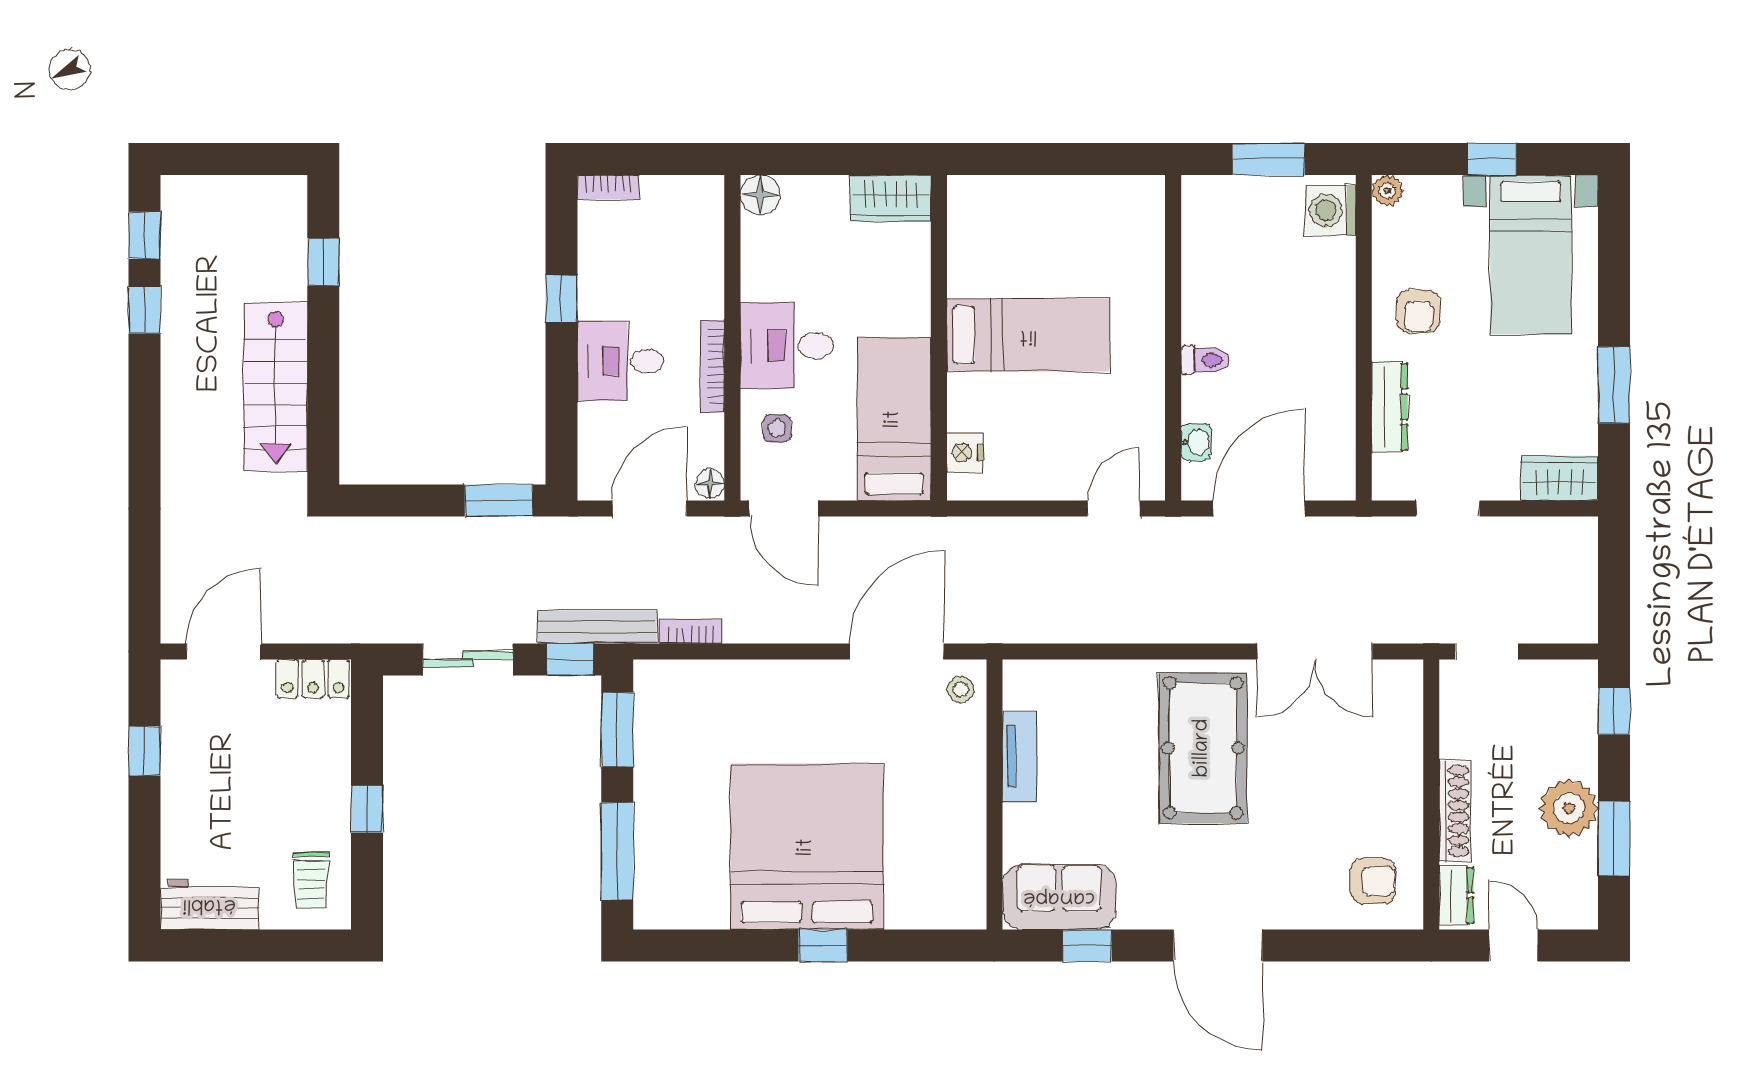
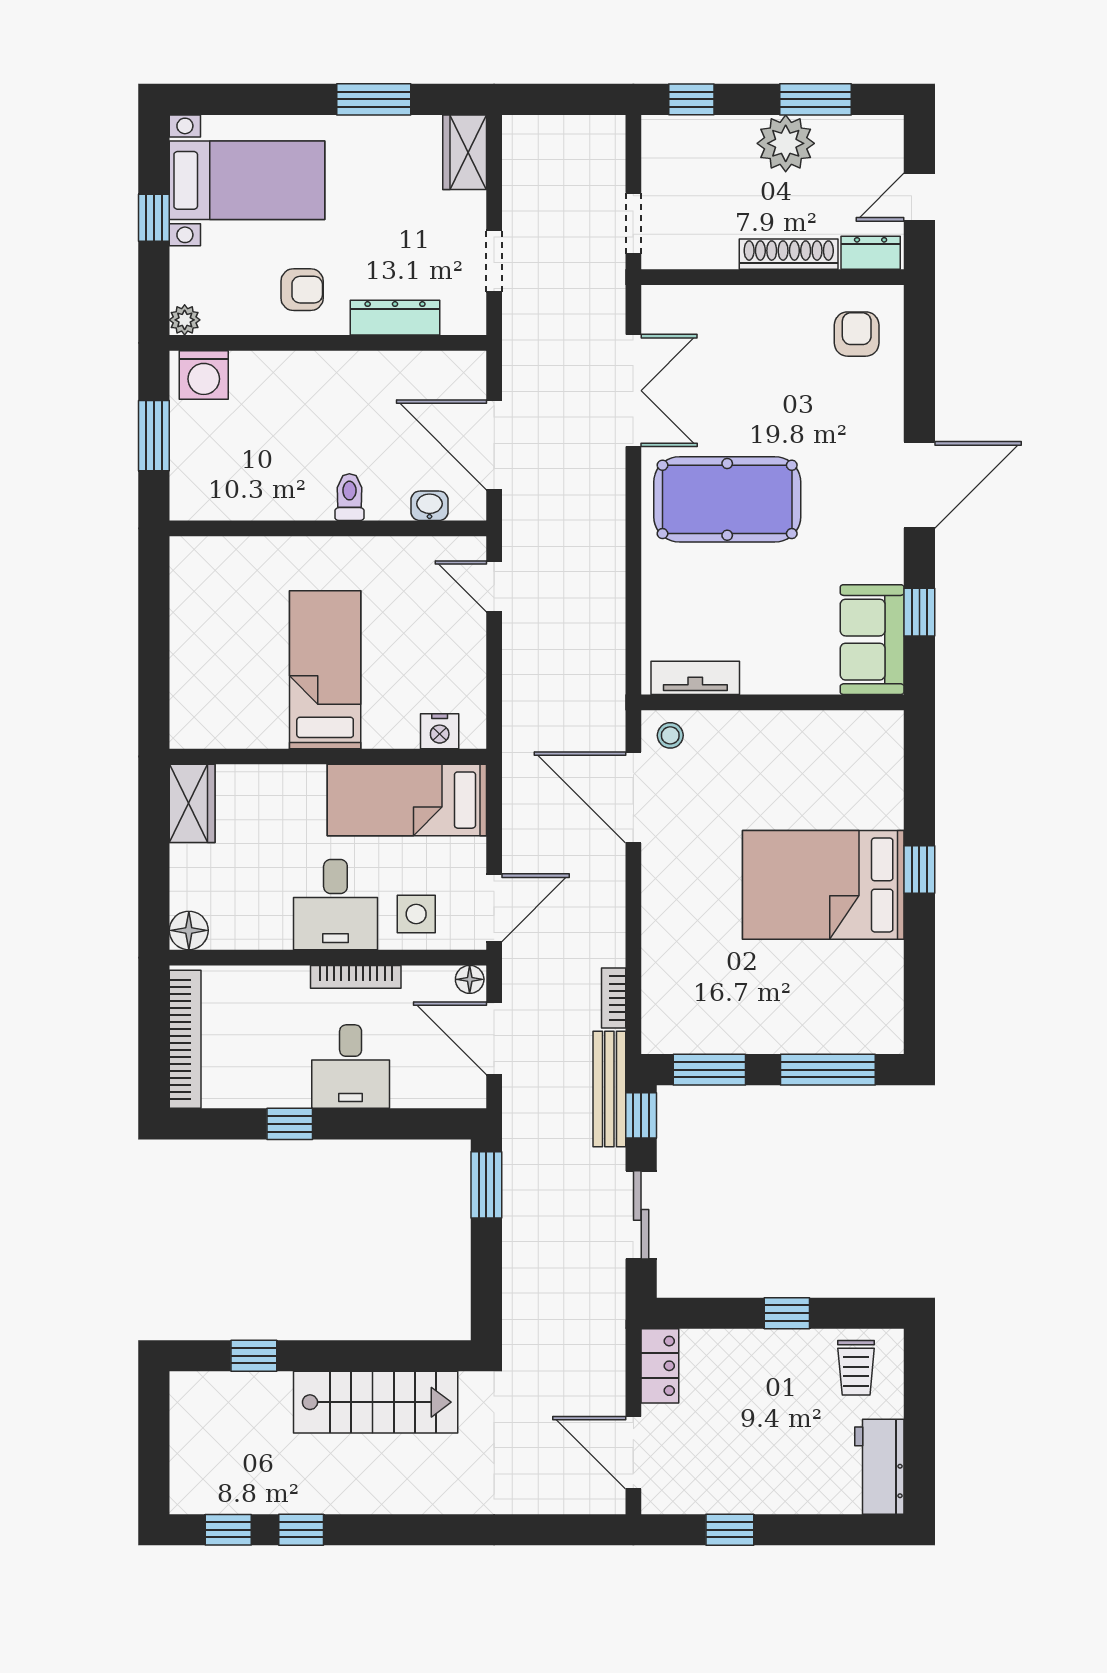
bookcase: (608, 187) -> (185, 1039), width x2.31, depth x1.31
side table: (777, 428) -> (416, 914), width x1.37, depth x1.37
tv unit: (1020, 757) -> (695, 678), moved
bed: (807, 847) -> (823, 885), width x0.73
trolley: (311, 880) -> (856, 1368), turned 90

